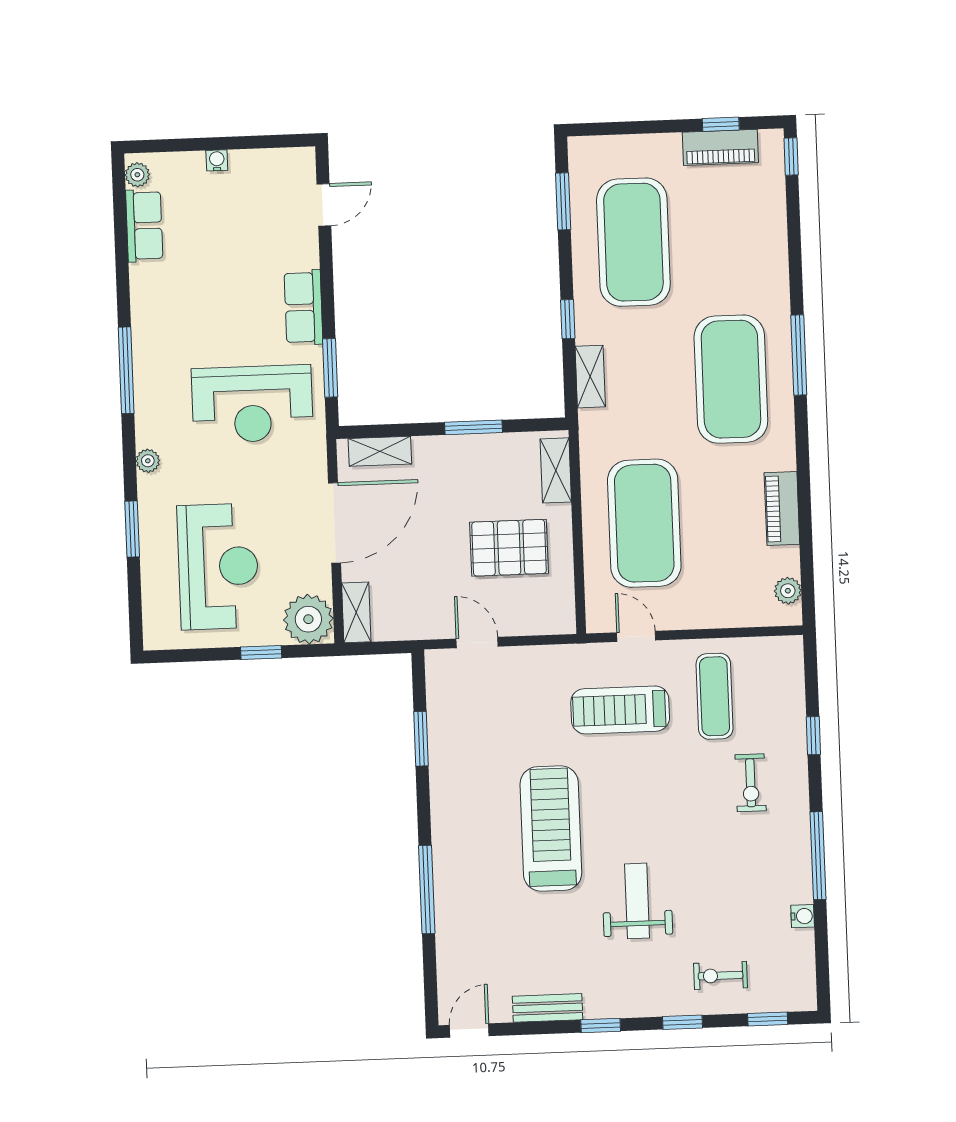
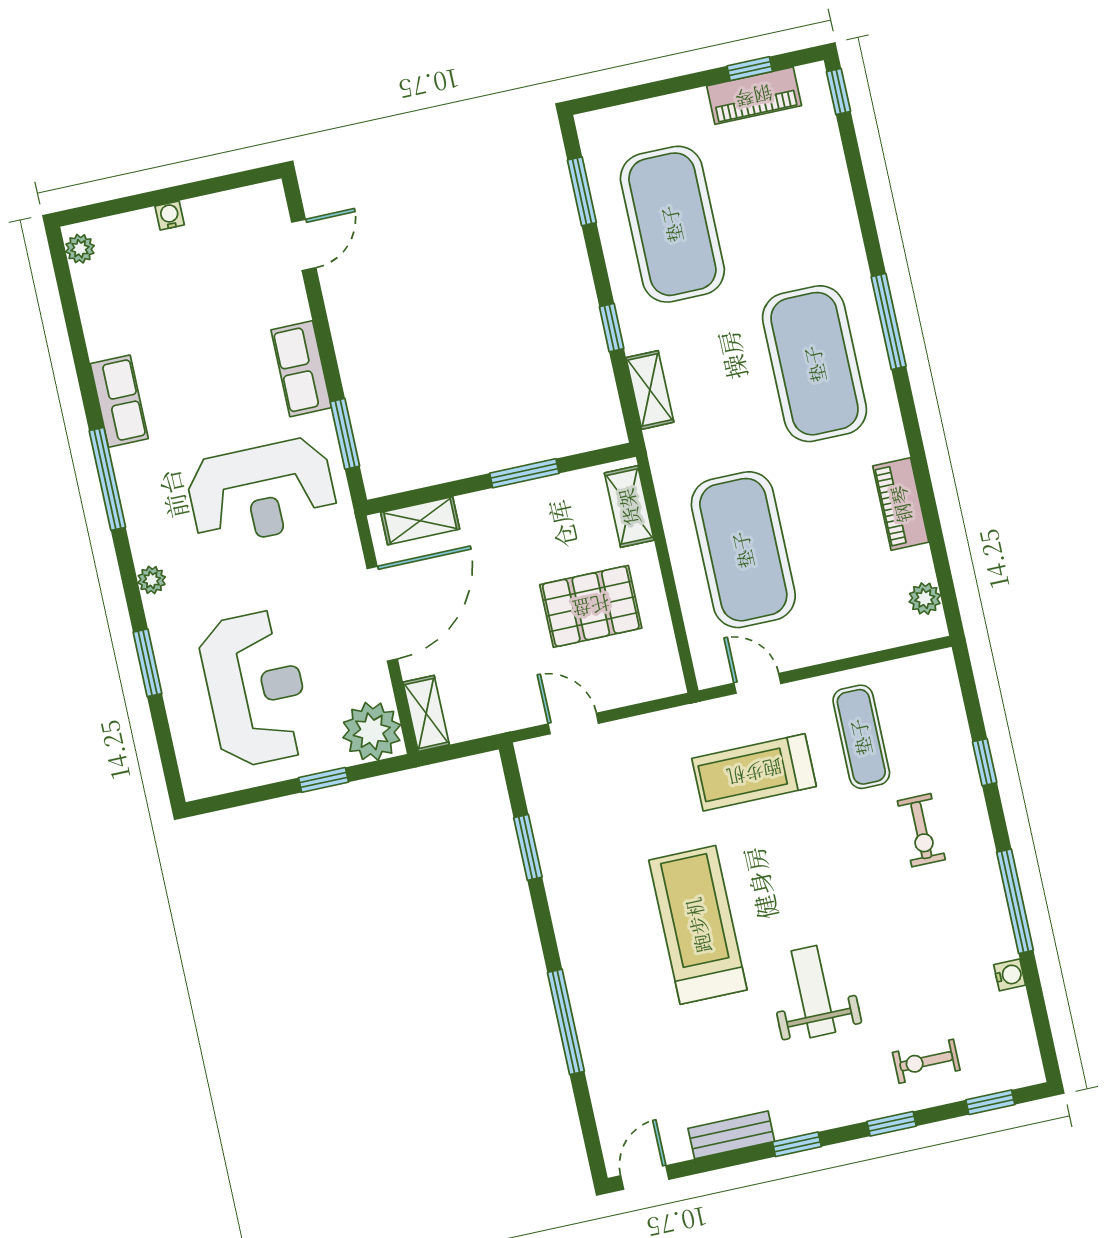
row of seats: (144, 226) -> (119, 401), moved

